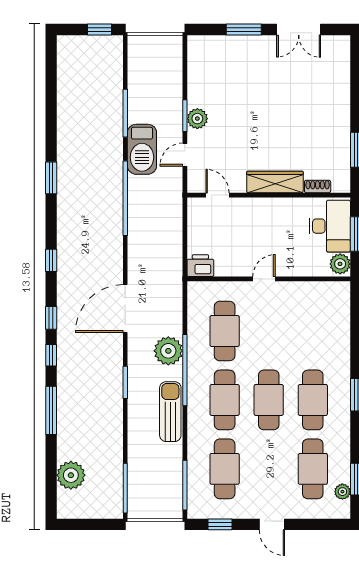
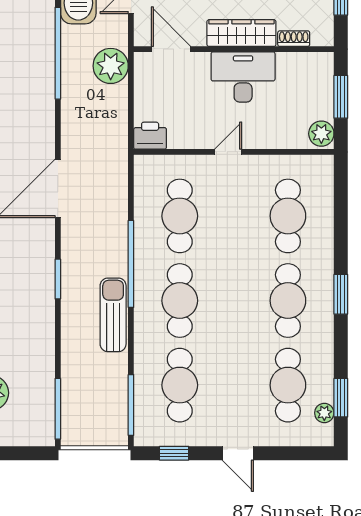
door: (217, 195) -> (171, 49), width x1.38
desk: (330, 226) -> (243, 77), moved, turned -90
plant: (168, 351) -> (111, 66), moved
cafe table: (269, 400) -> (288, 216), moved

